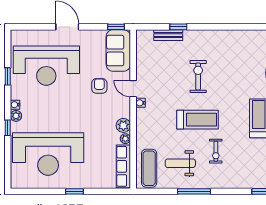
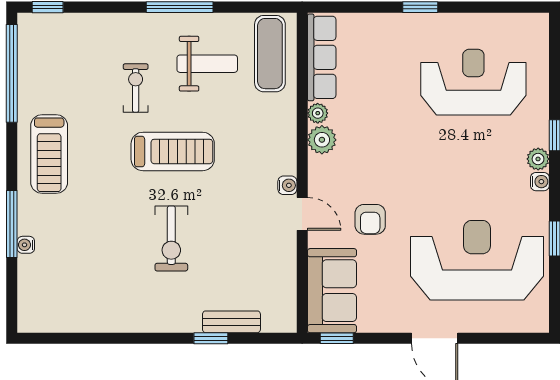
treadmill: (197, 120) -> (173, 151), turned 180
reception desk: (48, 154) -> (473, 82), width x0.74, depth x0.77

